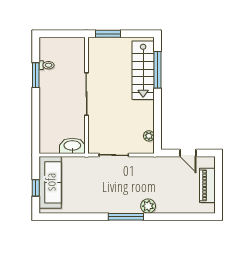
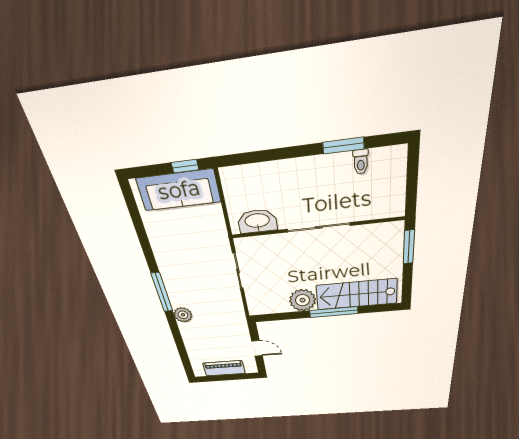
window: (158, 70) -> (334, 312), moved
plant: (149, 136) -> (303, 300), moved, width x1.88, depth x1.88
washbasin: (72, 146) -> (257, 221), moved, turned -90
door: (188, 153) -> (257, 348), swing flipped
window: (36, 188) -> (185, 166), moved

